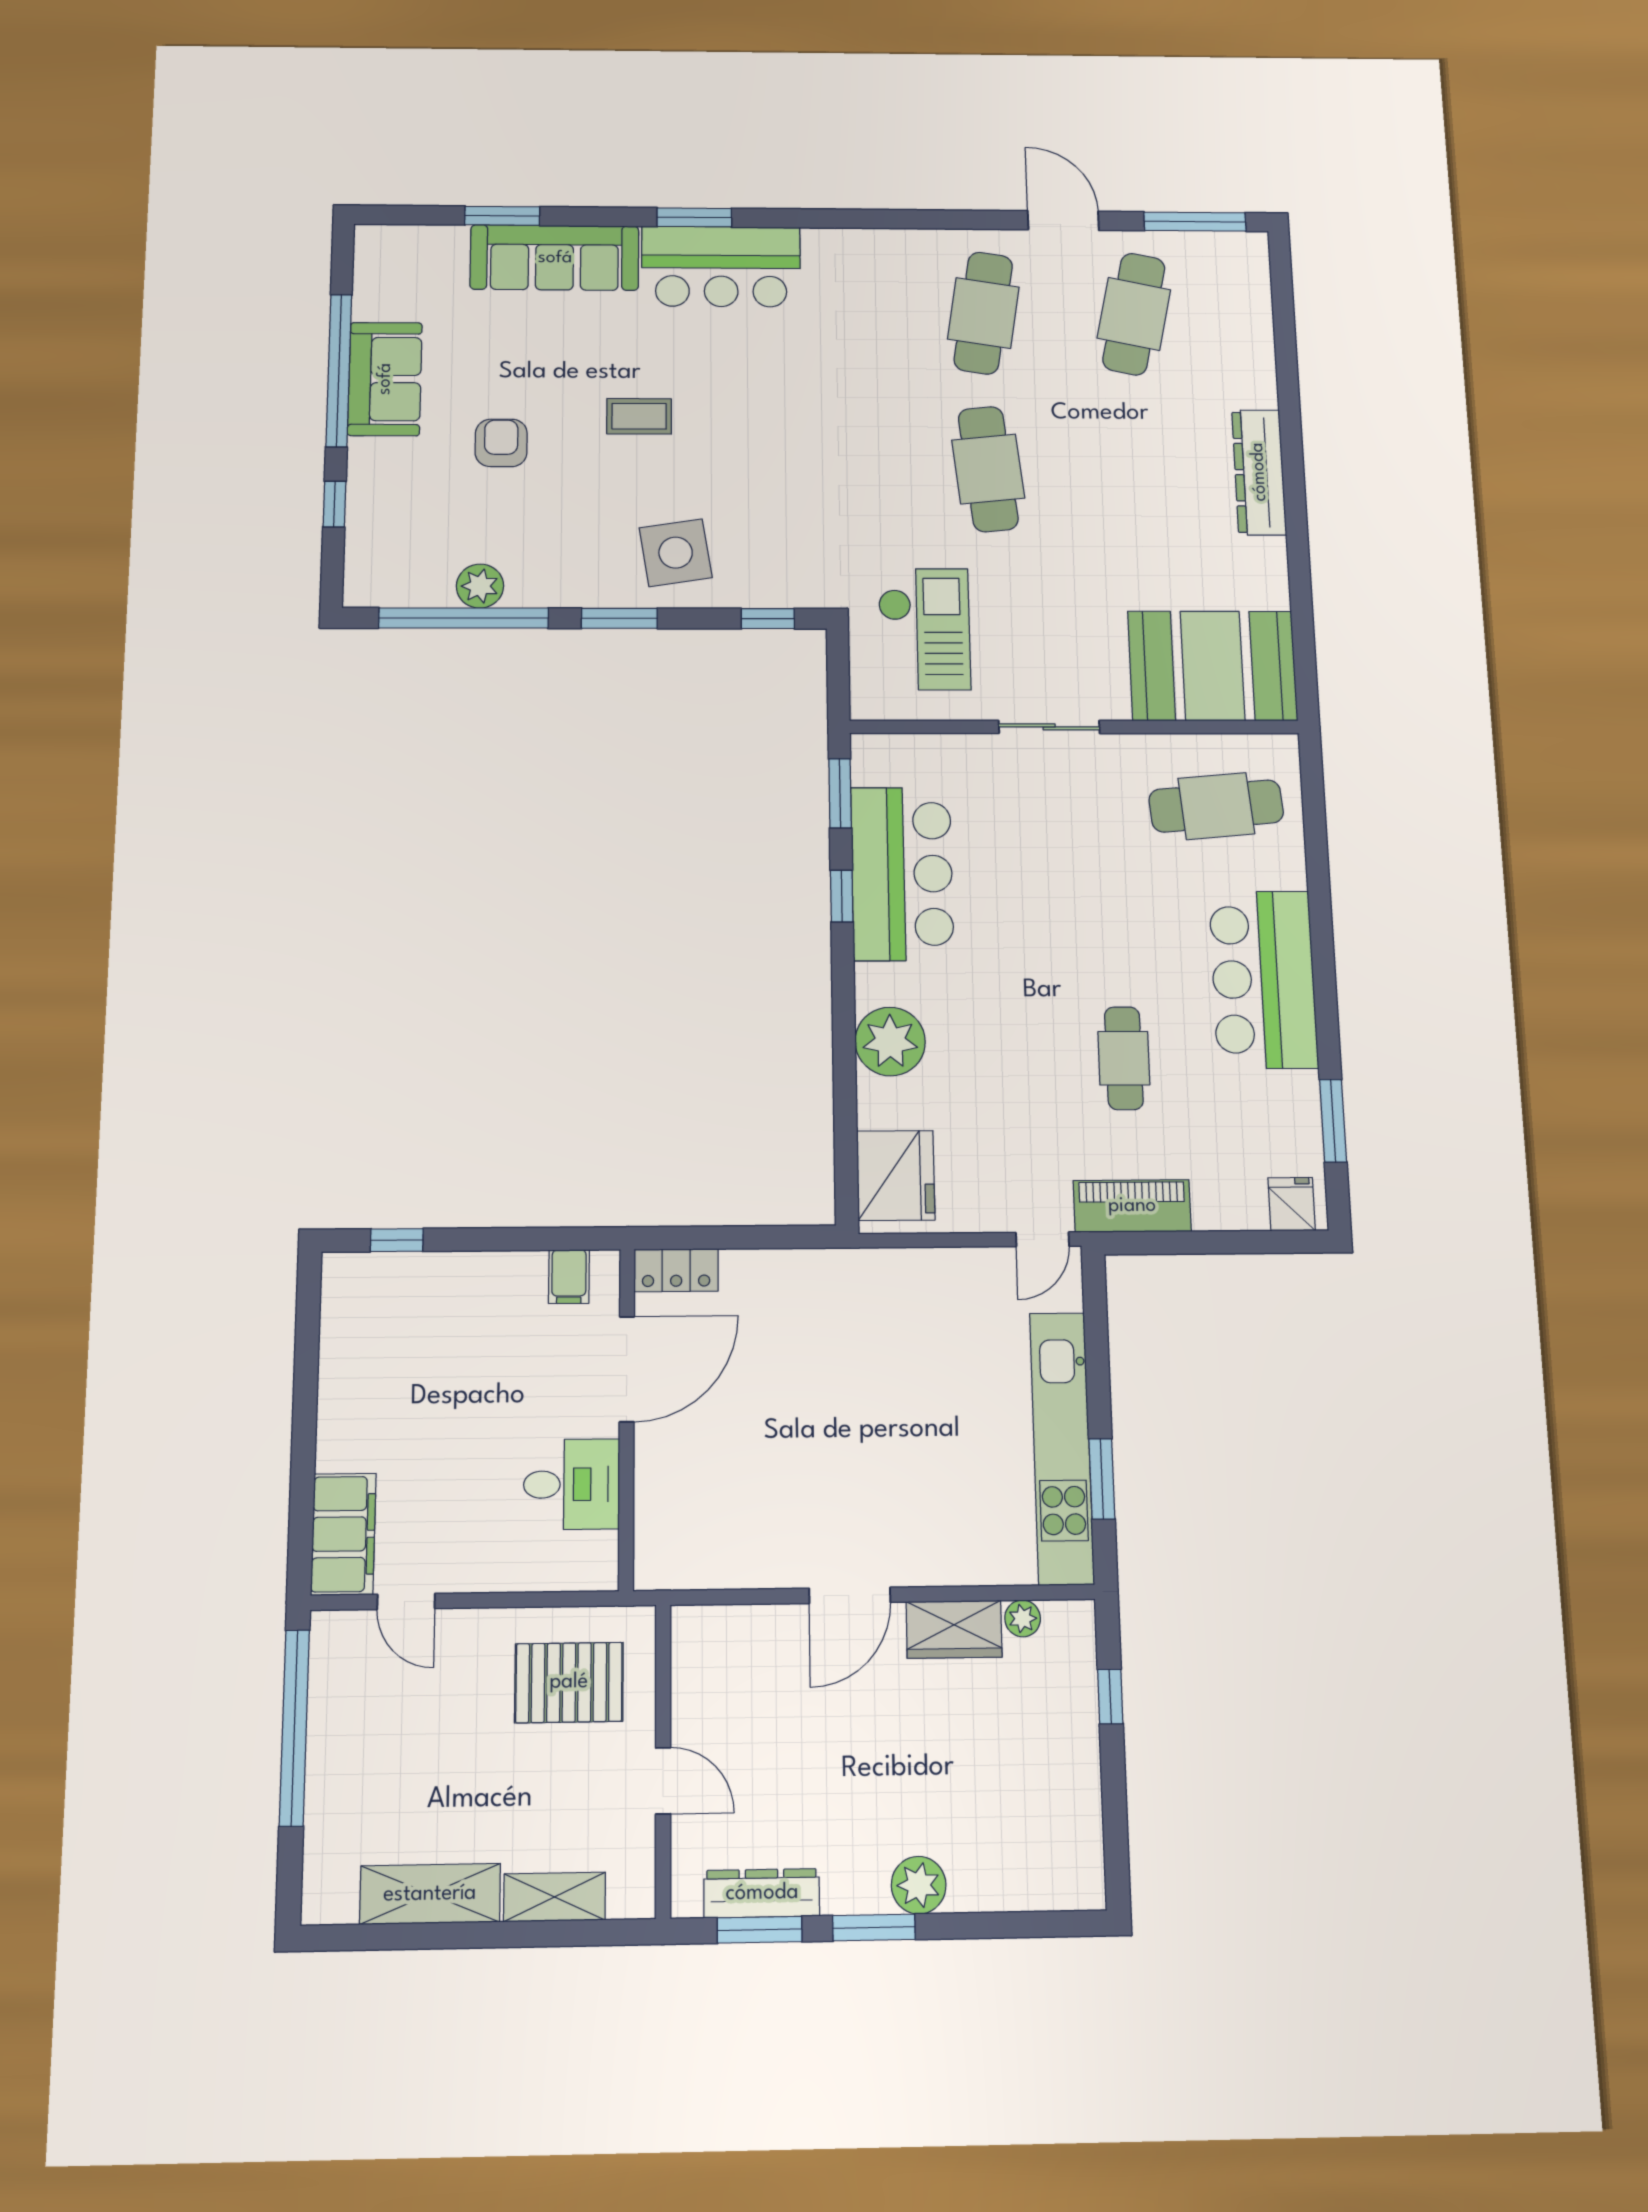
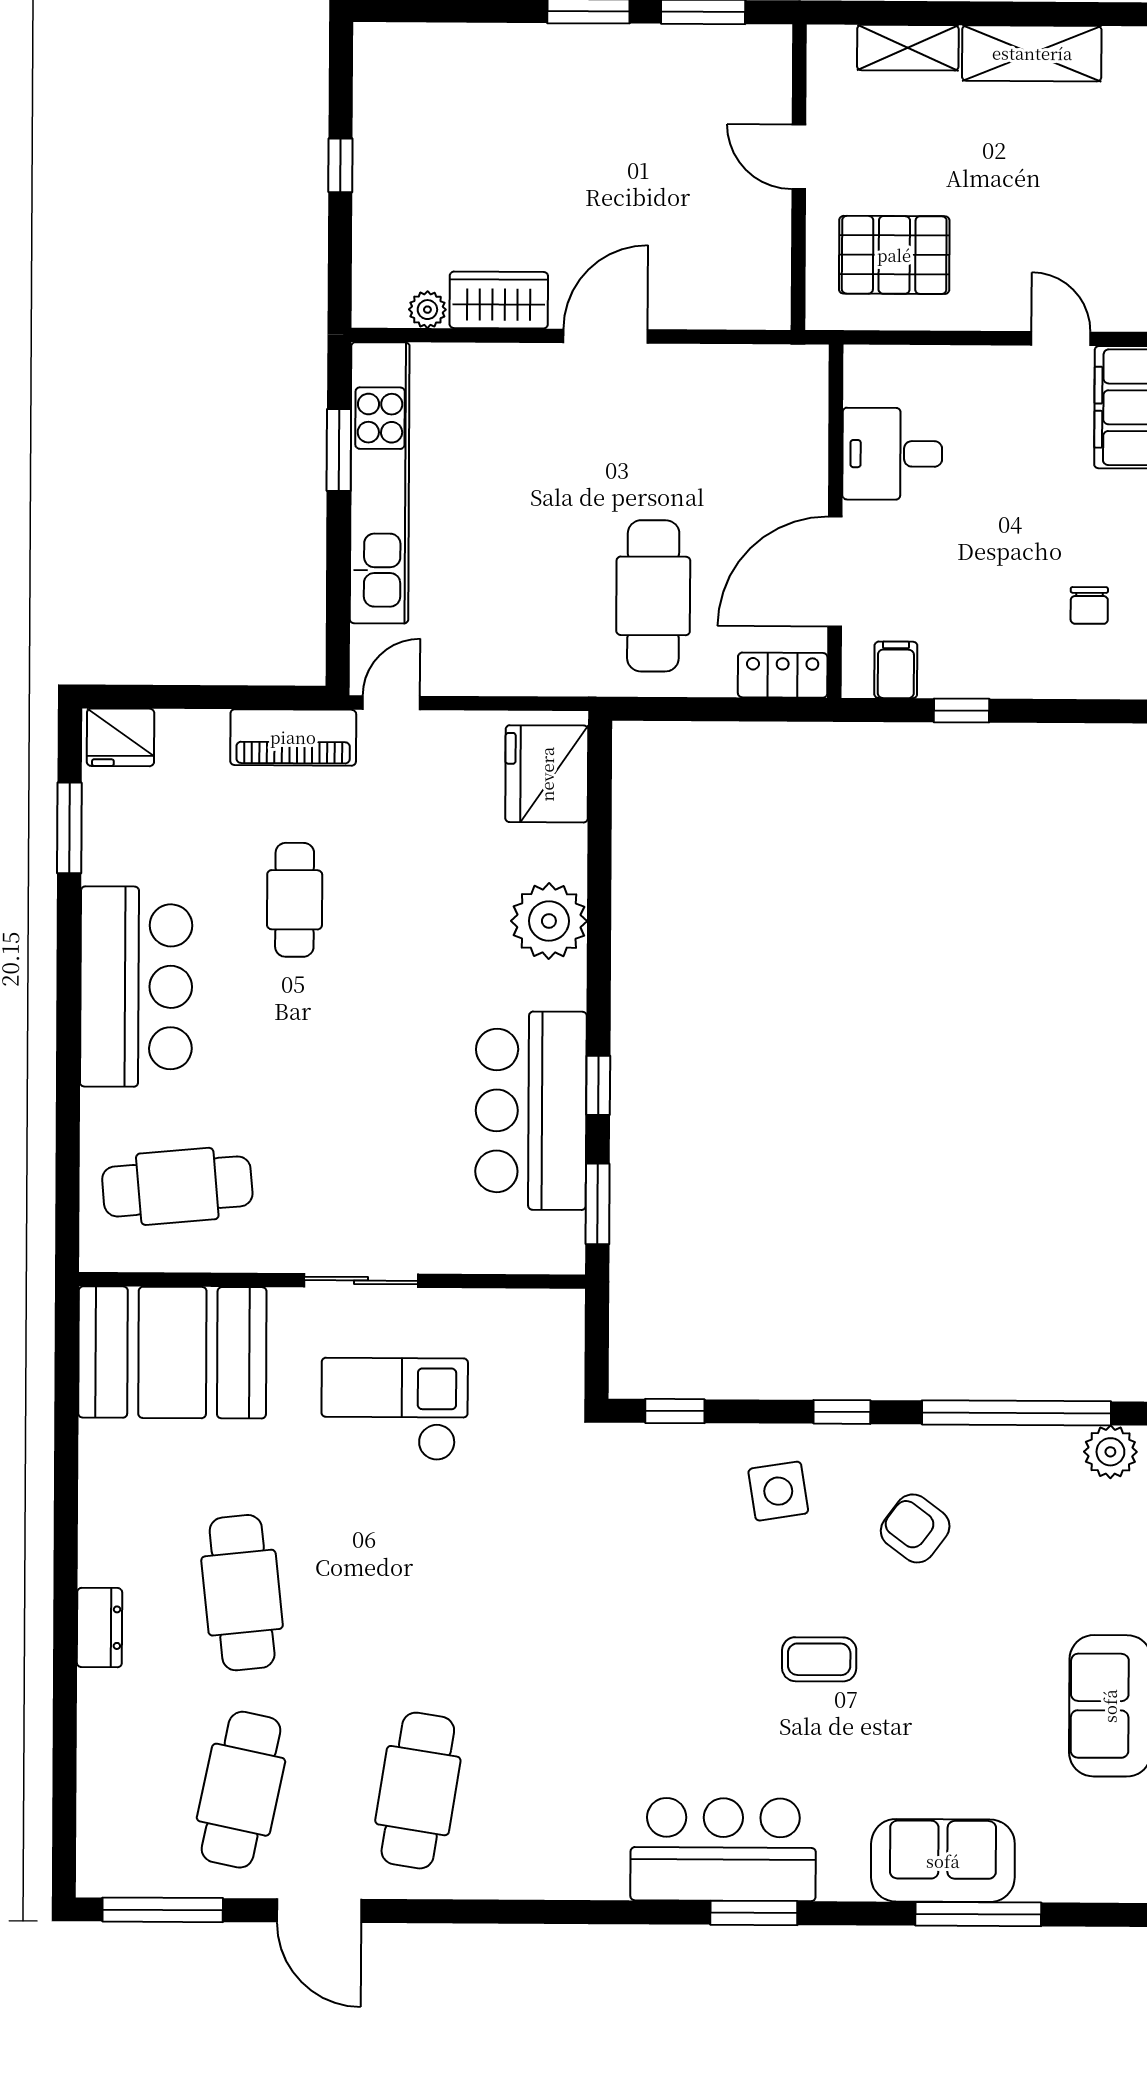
window: (502, 216) -> (978, 1914), width x1.44
sofa: (555, 258) -> (943, 1861), width x0.73
armchair: (501, 443) -> (915, 1528), moved, turned 127
cafe table: (988, 469) -> (242, 1593), moved
dresser: (1259, 472) -> (100, 1628), width x0.51, depth x0.80
side table: (676, 553) -> (778, 1491), width x0.73, depth x0.73
plant: (480, 586) -> (1110, 1452), moved
window: (619, 618) -> (842, 1412), width x0.67
checkout: (924, 629) -> (395, 1409), moved, turned 90
fridge: (1292, 1204) -> (120, 737), width x1.38
window: (397, 1240) -> (961, 711), moved
chair: (384, 1340) -> (1089, 605), added
cafe table: (799, 1343) -> (653, 596), added
window: (1110, 1697) -> (340, 165), moved
plant: (919, 1885) -> (542, 51), removed
dresser: (762, 1893) -> (701, 47), removed

